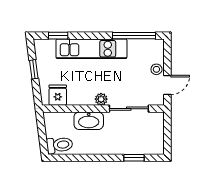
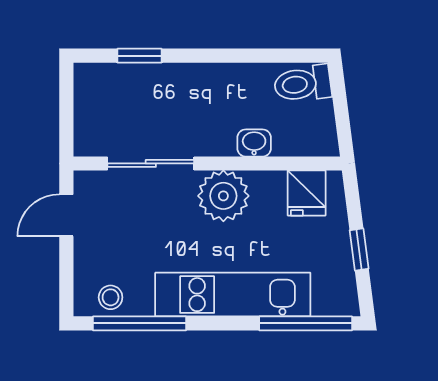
window: (58, 36) -> (306, 323), width x2.17
stool: (156, 69) -> (111, 297), moved
plant: (101, 99) -> (223, 196), width x1.87, depth x1.87
washbasin: (89, 121) -> (254, 143), width x0.52, depth x0.69

